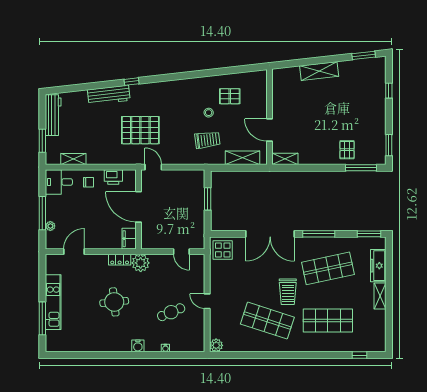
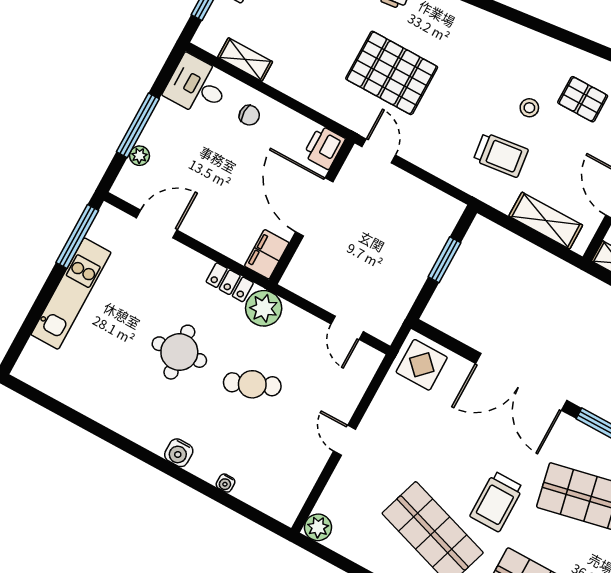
printer: (113, 177) -> (324, 147), moved, turned 90
cafe table: (171, 312) -> (252, 384), moved
window: (42, 318) -> (77, 236), moved

